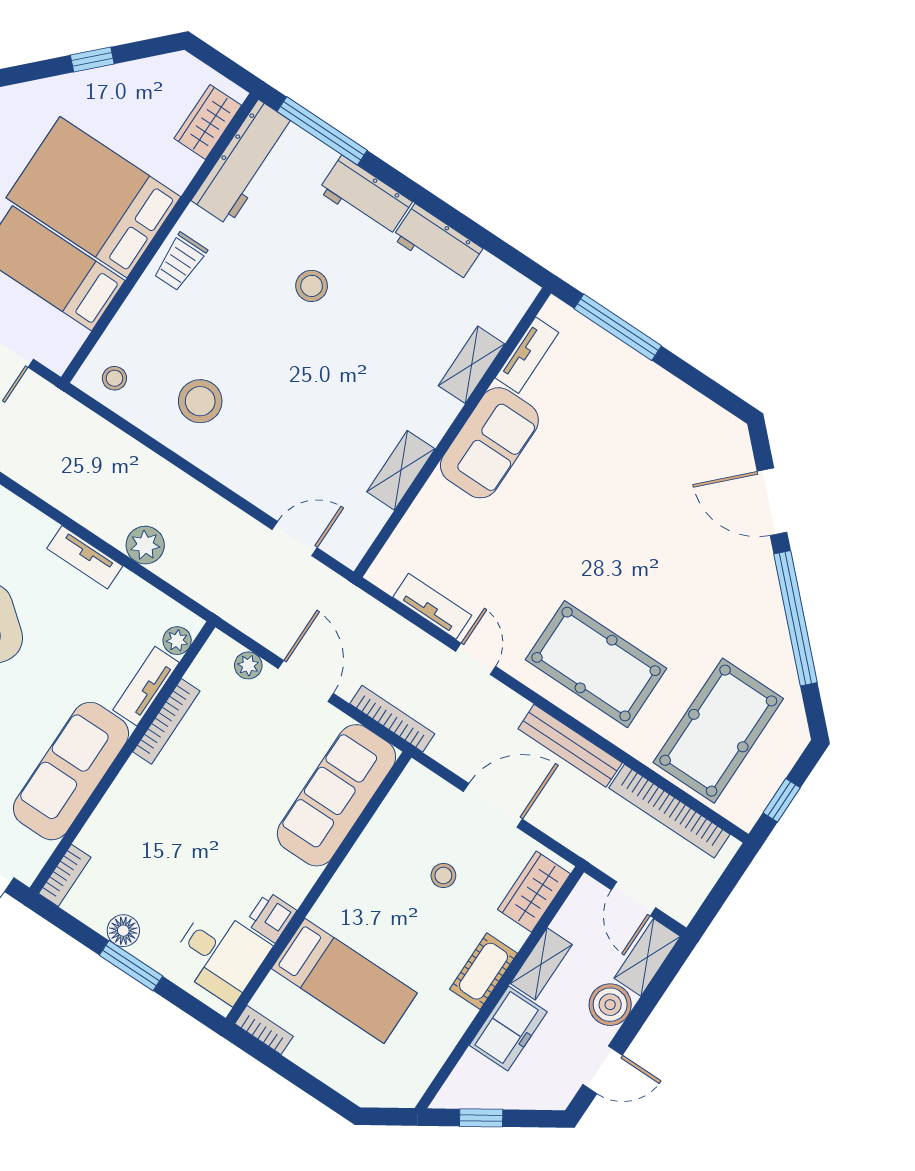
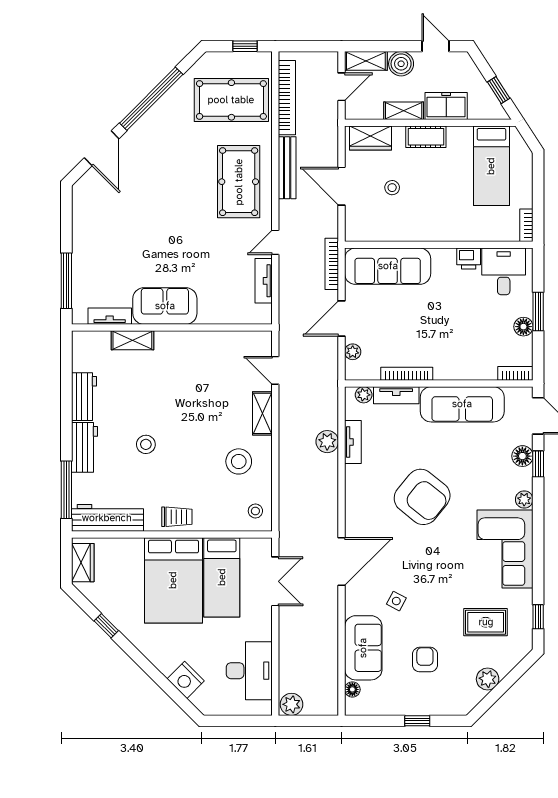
wardrobe: (208, 122) -> (83, 563), moved, turned -90
shelving: (401, 470) -> (262, 413), moved, turned 90
tv unit: (85, 557) -> (353, 442), moved
bed: (344, 981) -> (491, 166), moved, turned 180

